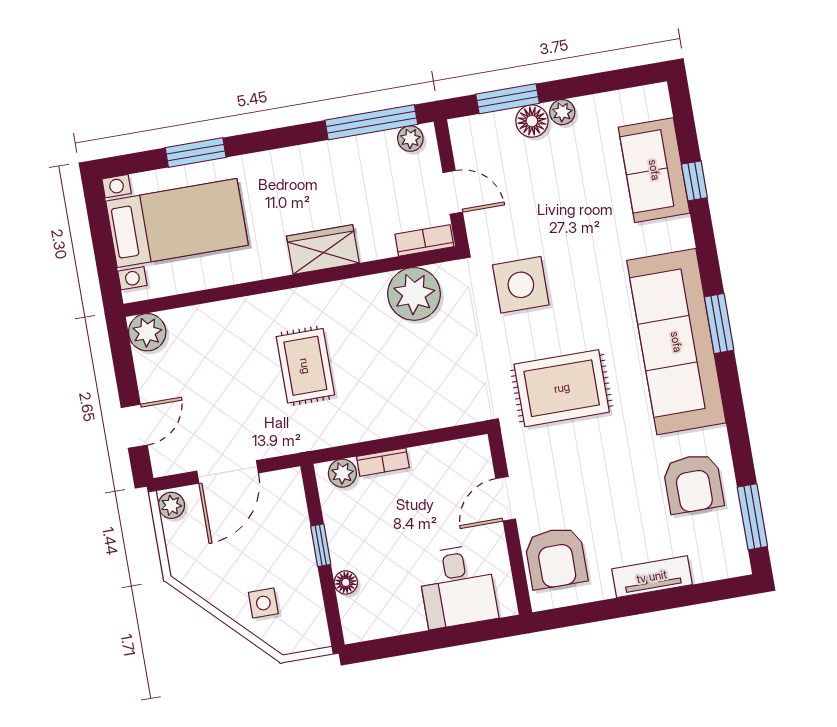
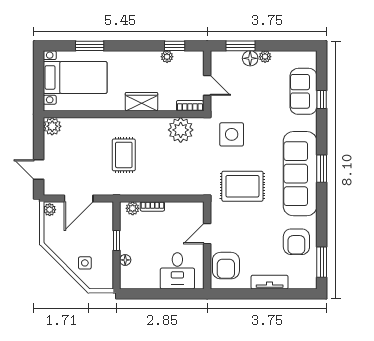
window: (371, 122) -> (175, 46), width x0.46
plant: (410, 139) -> (167, 57), moved
door: (134, 426) -> (39, 169), swing flipped

